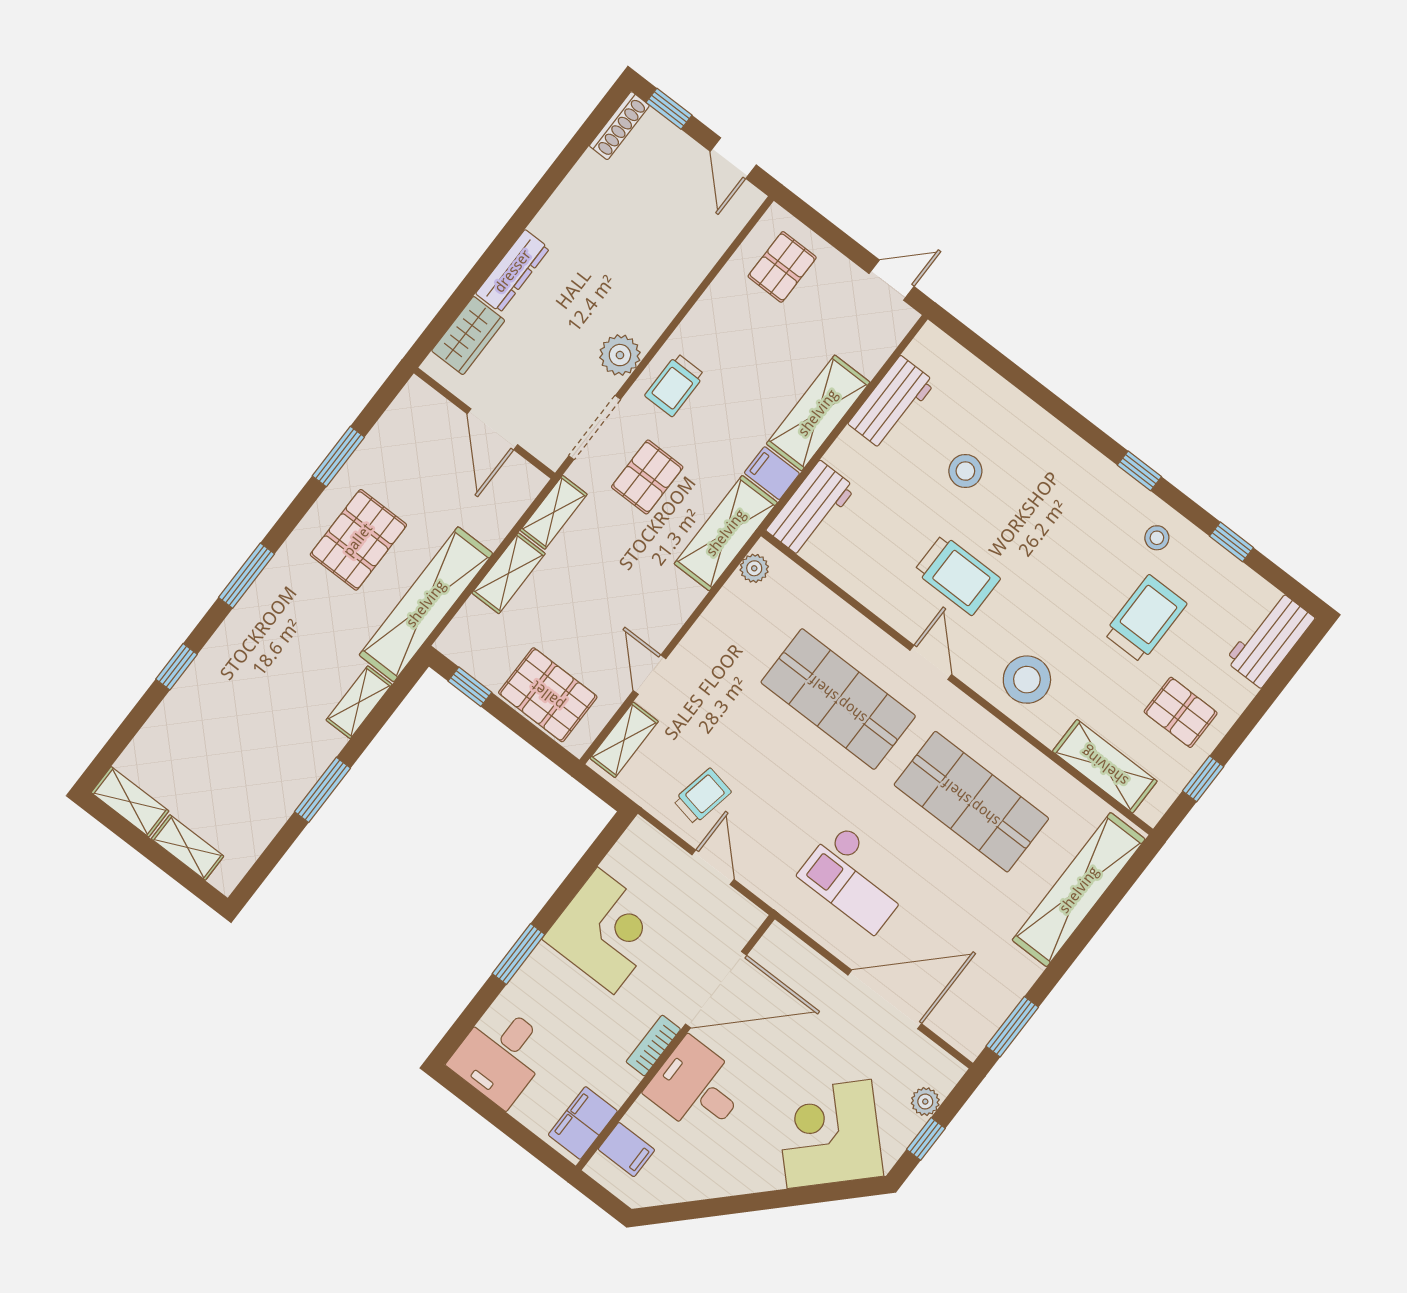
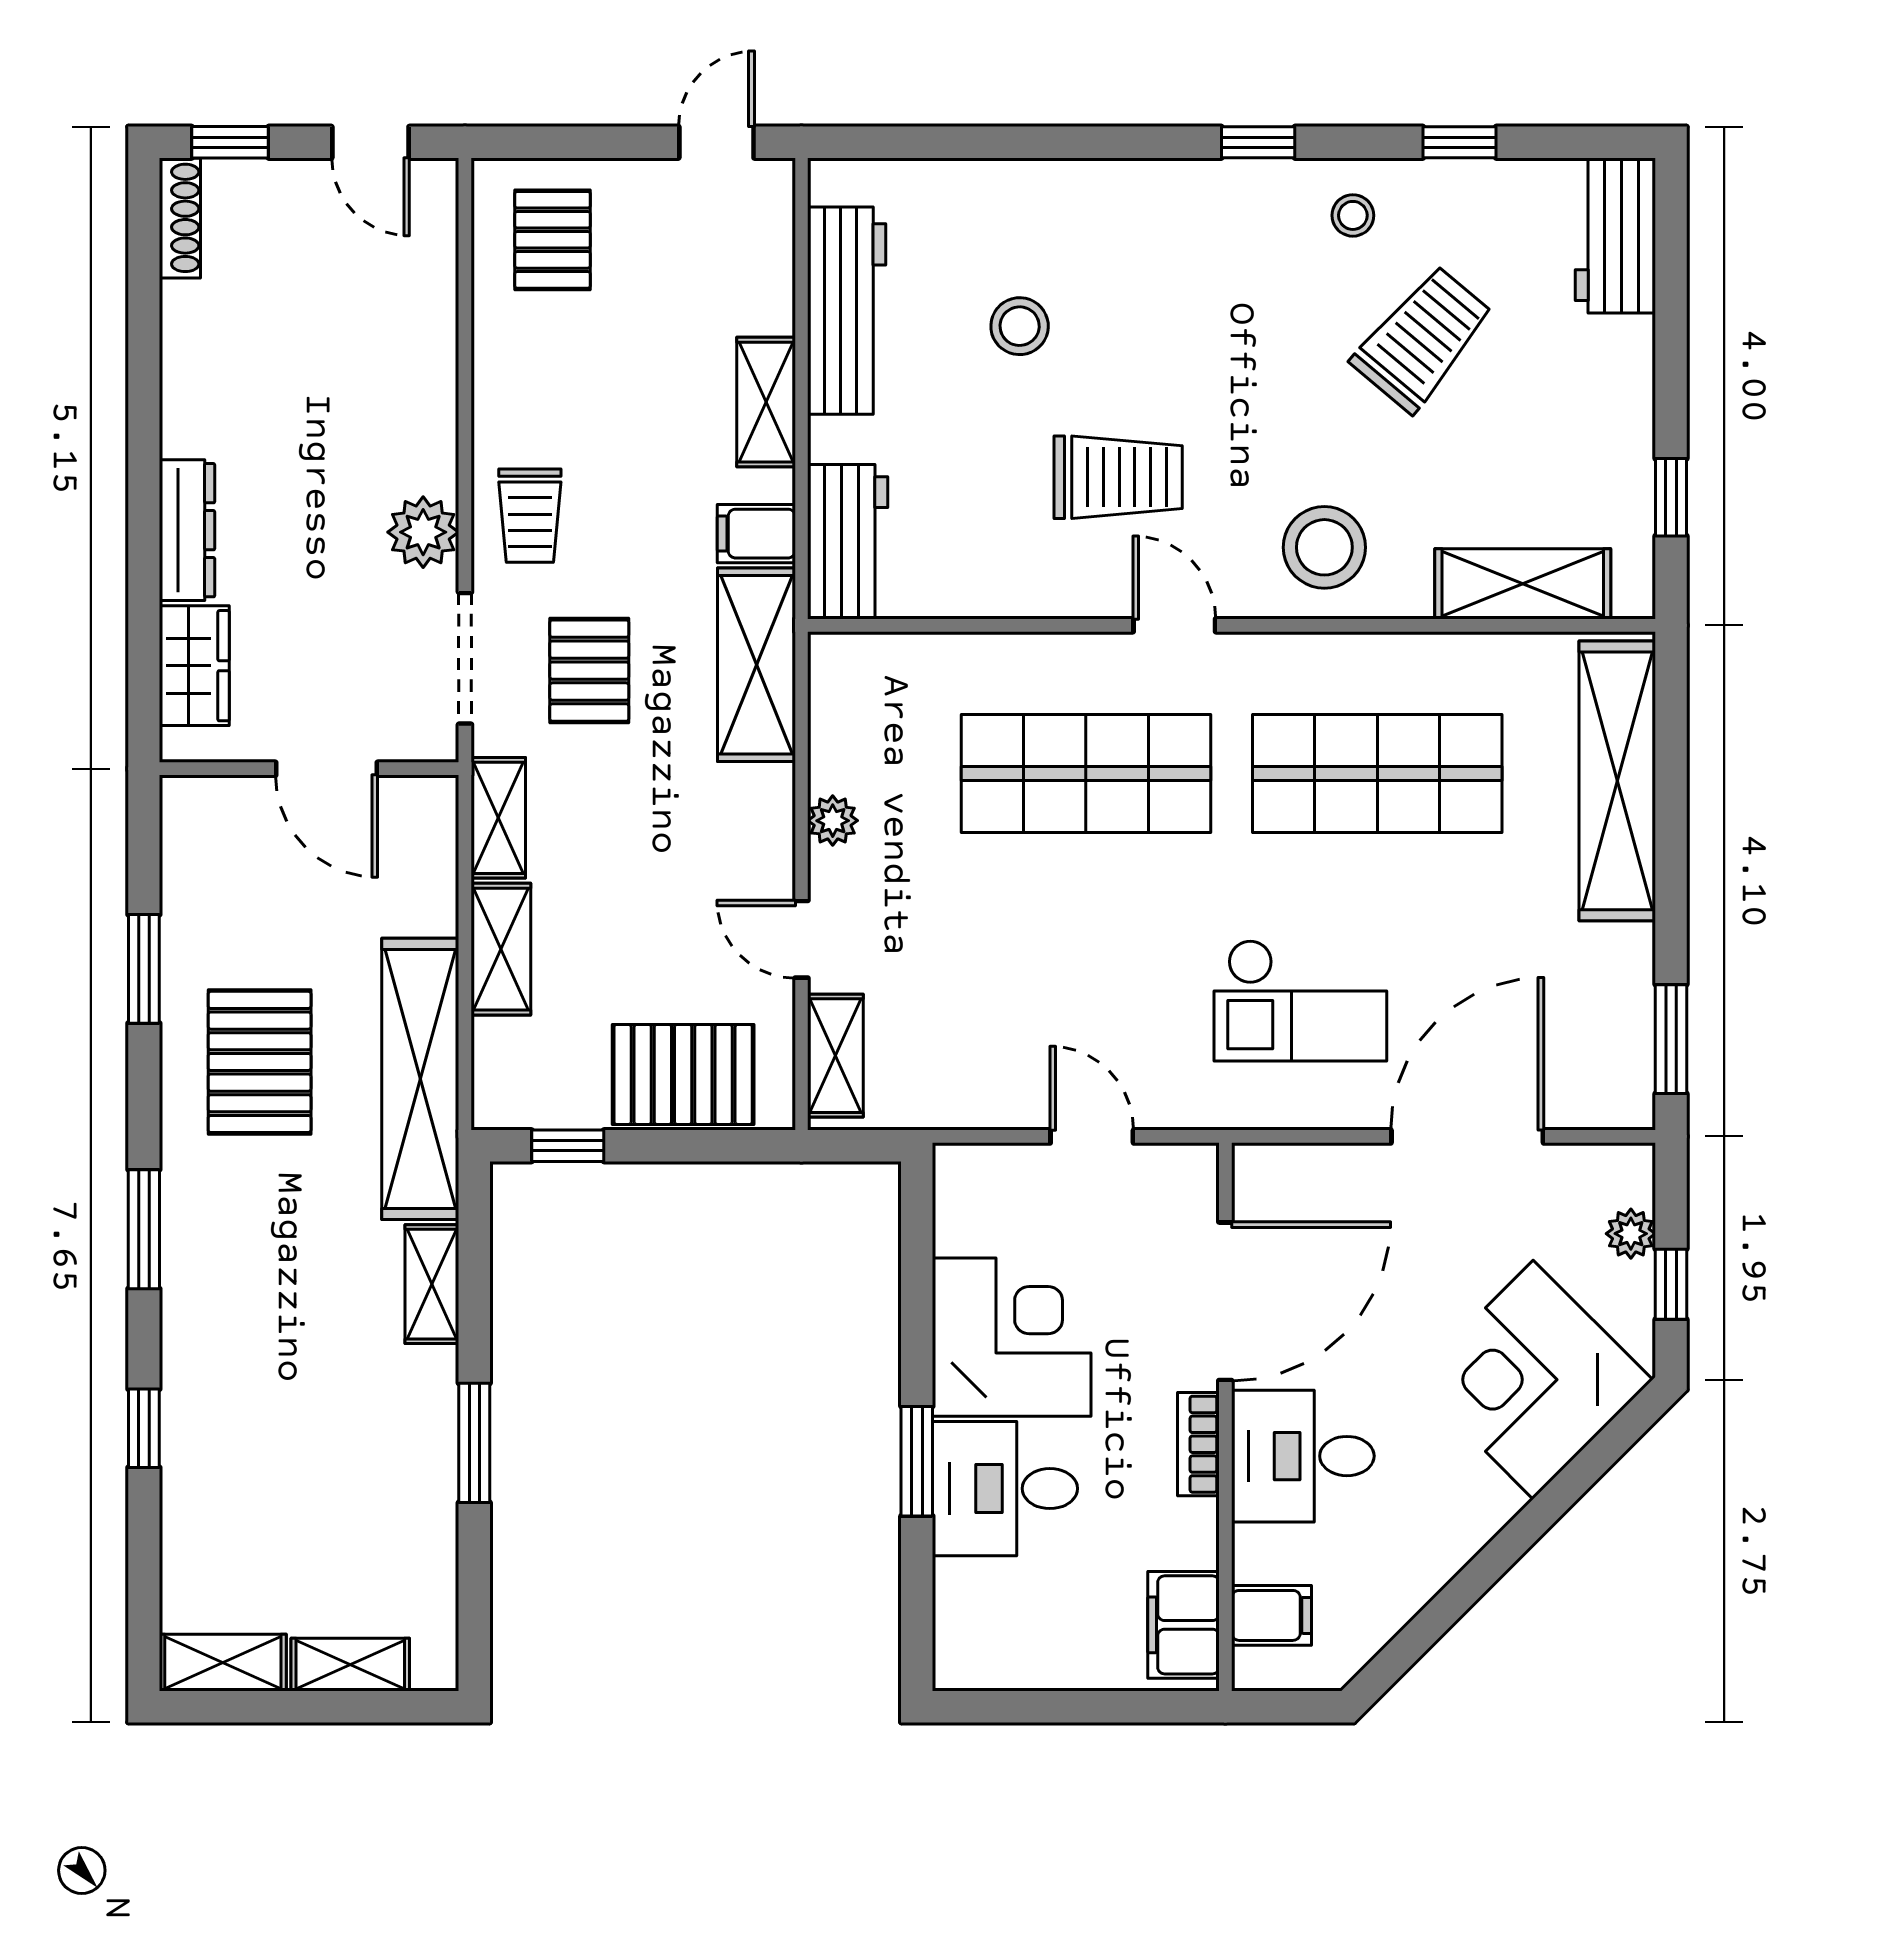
workbench: (892, 403) -> (847, 311), width x1.38
shelving: (818, 413) -> (766, 402), width x0.67, depth x0.75
plant: (754, 568) -> (833, 821), moved
trolley: (1145, 619) -> (1422, 339), turned 40
pallet: (1181, 712) -> (1570, 430), removed
trolley: (702, 796) -> (1002, 1050), removed
desk: (501, 1055) -> (1005, 1489), moved, turned 90

